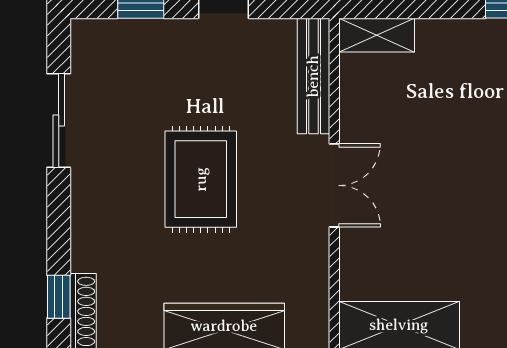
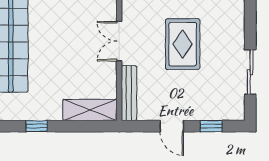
shelving: (377, 35) -> (90, 110), width x1.50, depth x1.33

